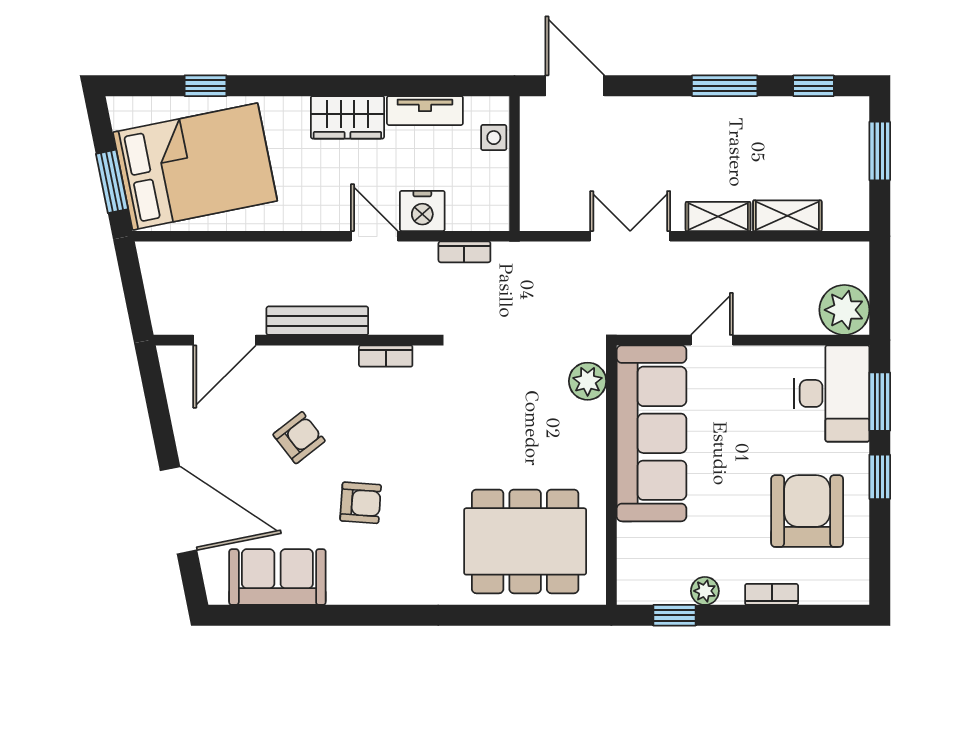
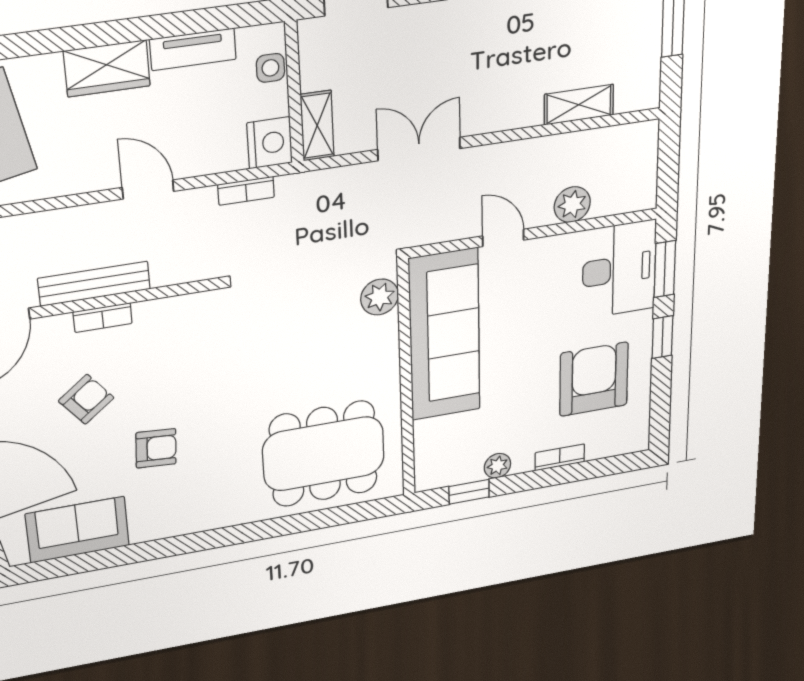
nightstand: (422, 211) -> (270, 143), moved, turned -90
shelving: (718, 217) -> (317, 126), moved, turned 90
plant: (844, 310) -> (572, 205), moved, width x0.73, depth x0.73
door: (712, 340) -> (503, 238), hinge flipped
bookcase: (386, 356) -> (103, 318), moved

